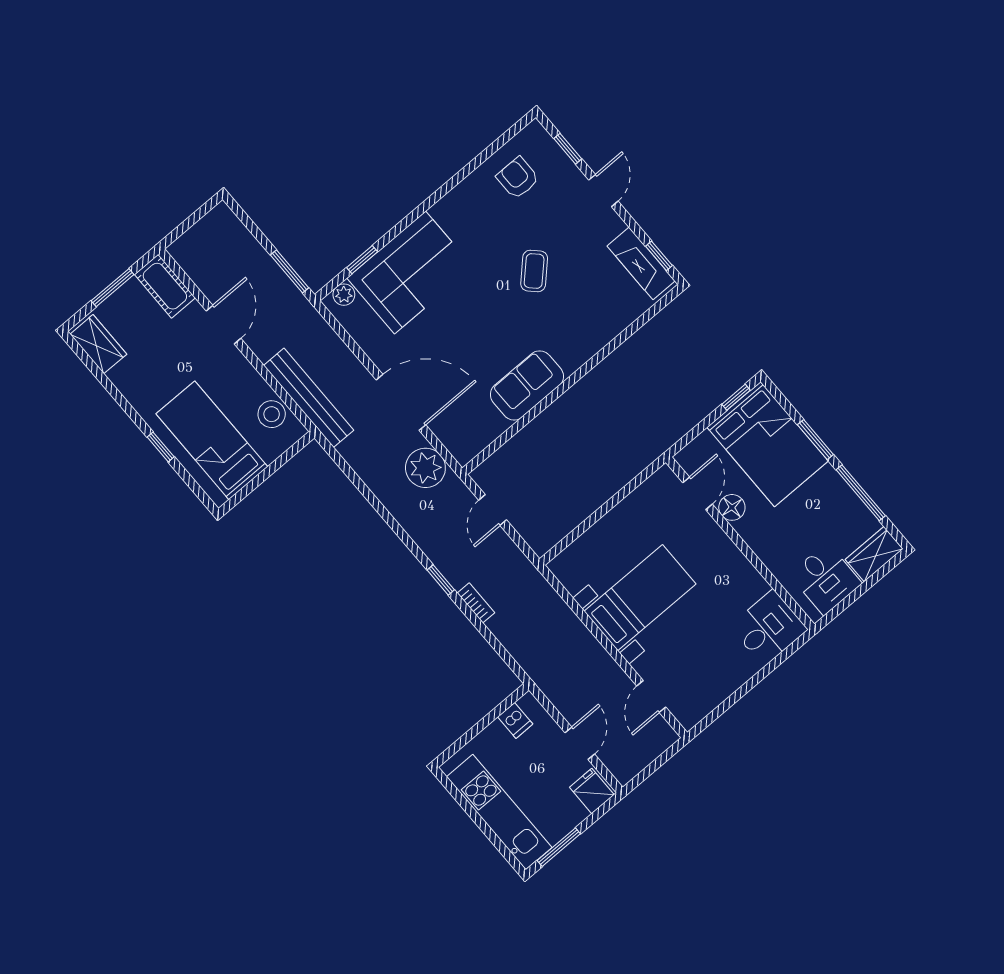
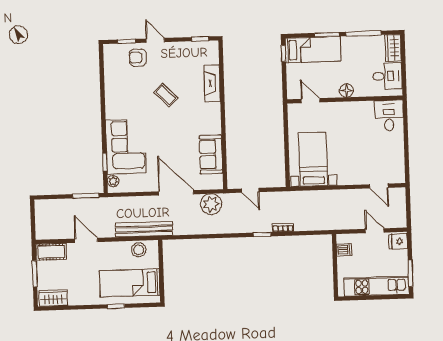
armchair: (518, 178) -> (138, 58), moved
fireplace: (641, 263) -> (212, 83), moved, turned 90
sofa: (527, 385) -> (211, 154), moved
door: (401, 402) -> (176, 193), hinge flipped
bed: (768, 444) -> (313, 50), width x0.67
floor lamp: (732, 507) -> (346, 90), moved
bed with nightstands: (640, 598) -> (313, 159), moved

